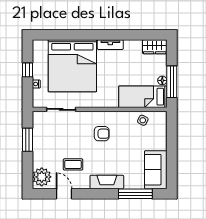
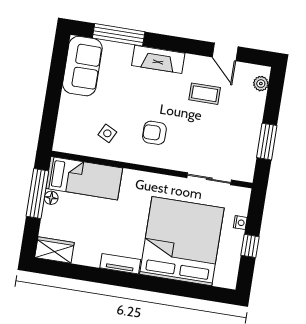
side table: (143, 120) -> (107, 133), moved
plant: (42, 177) -> (261, 84), width x0.53, depth x0.53

